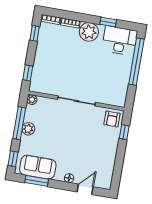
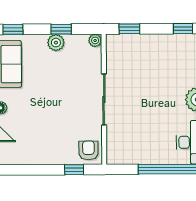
armchair: (112, 119) -> (88, 150), turned 90
window: (19, 123) -> (61, 29), width x0.46

